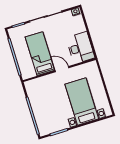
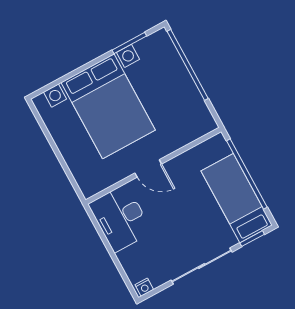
bed: (40, 54) -> (237, 198), moved, turned 180
bed with nightstands: (82, 101) -> (108, 106), width x1.36

